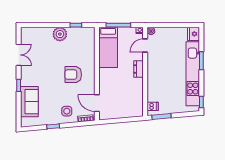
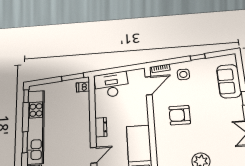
armchair: (73, 75) -> (180, 115), turned 180
door: (97, 103) -> (149, 86), hinge flipped
desk: (128, 107) -> (112, 85), added

